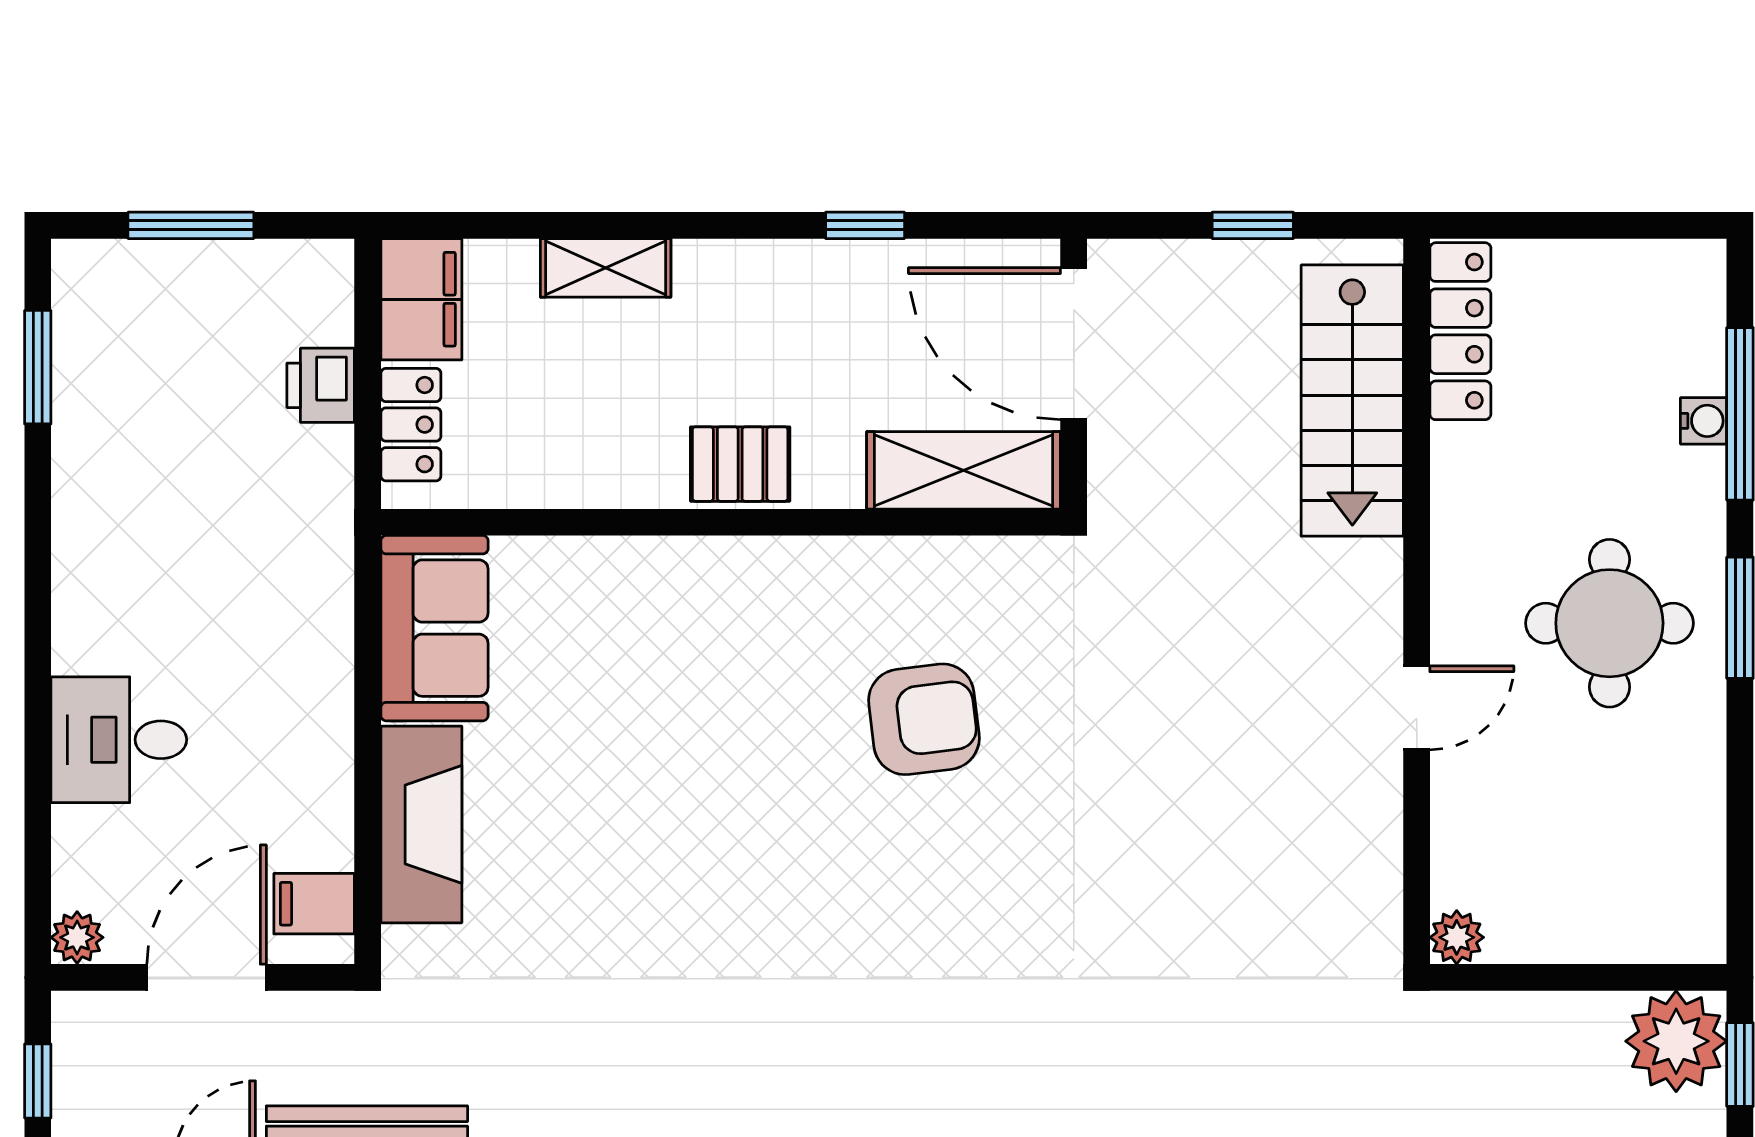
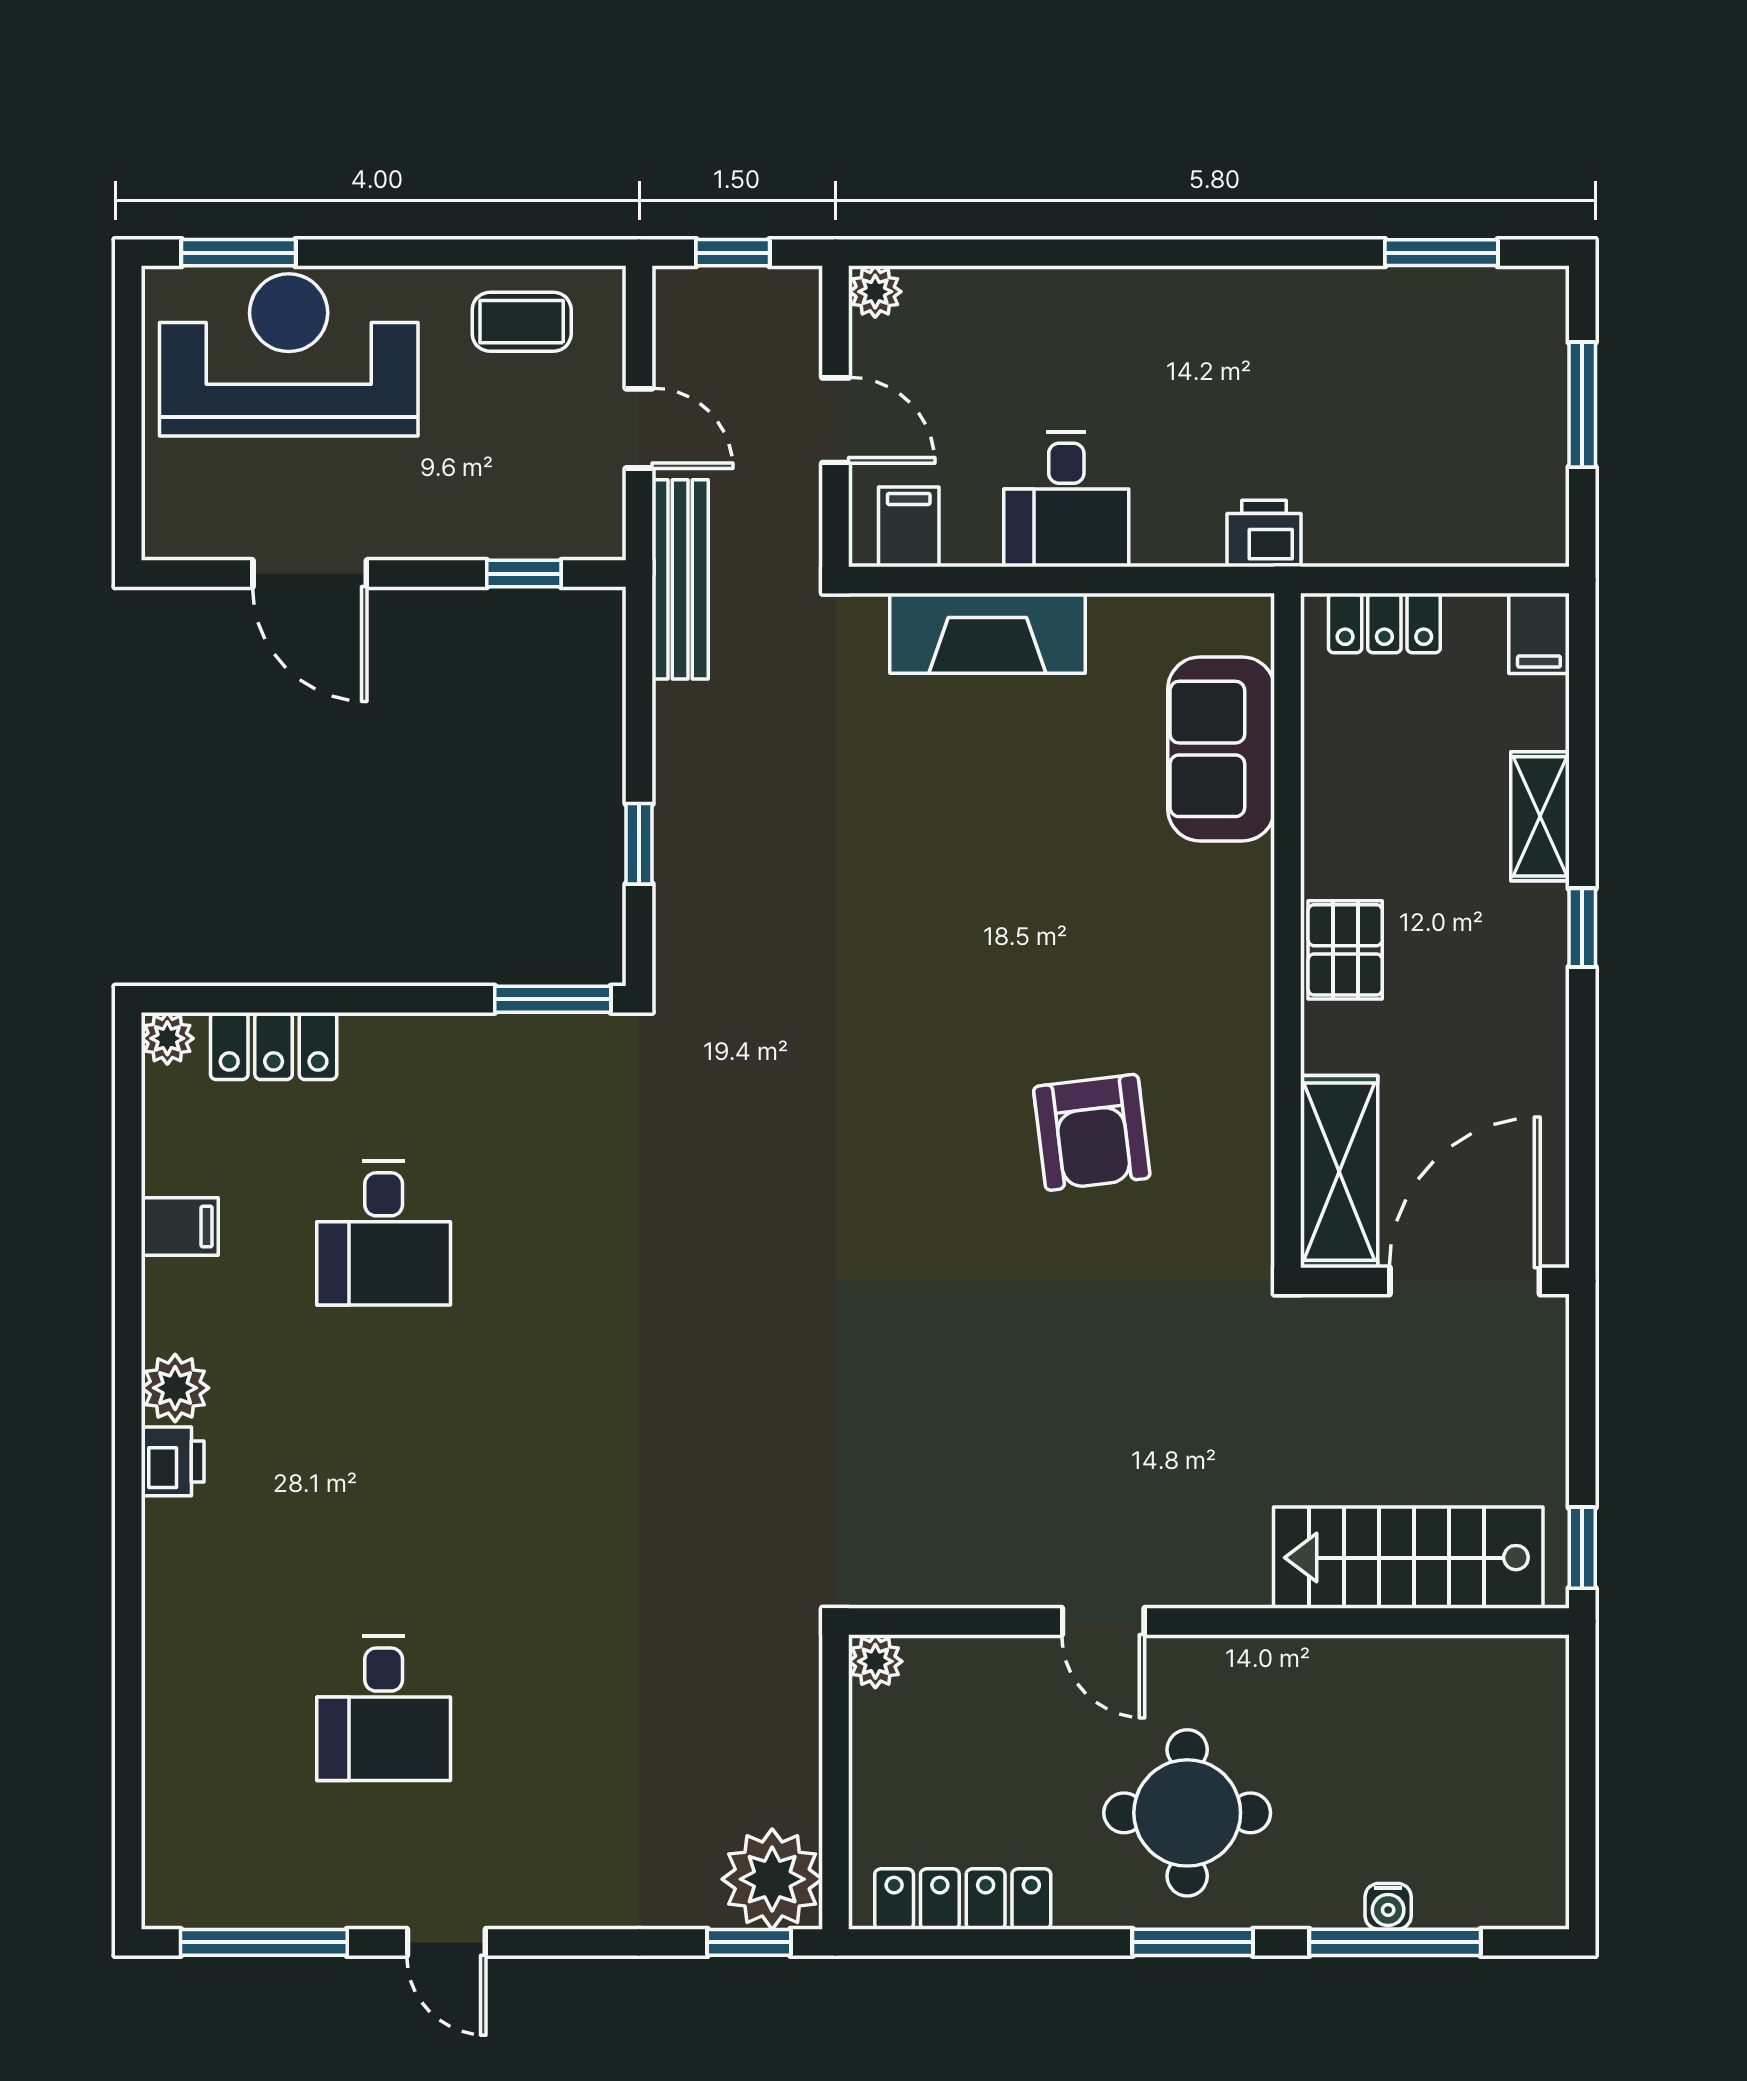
window: (865, 225) -> (1582, 928), moved
window: (1253, 225) -> (1582, 1548), moved
filing cabinet: (421, 299) -> (1539, 633), width x0.50
locker: (1460, 331) -> (963, 1899), moved, turned 180
printer: (321, 385) -> (1264, 533), moved
sofa: (434, 628) -> (1221, 749), moved, turned 90
desk: (119, 740) -> (1066, 500), moved, turned 180
door: (207, 977) -> (836, 420), width x0.73

